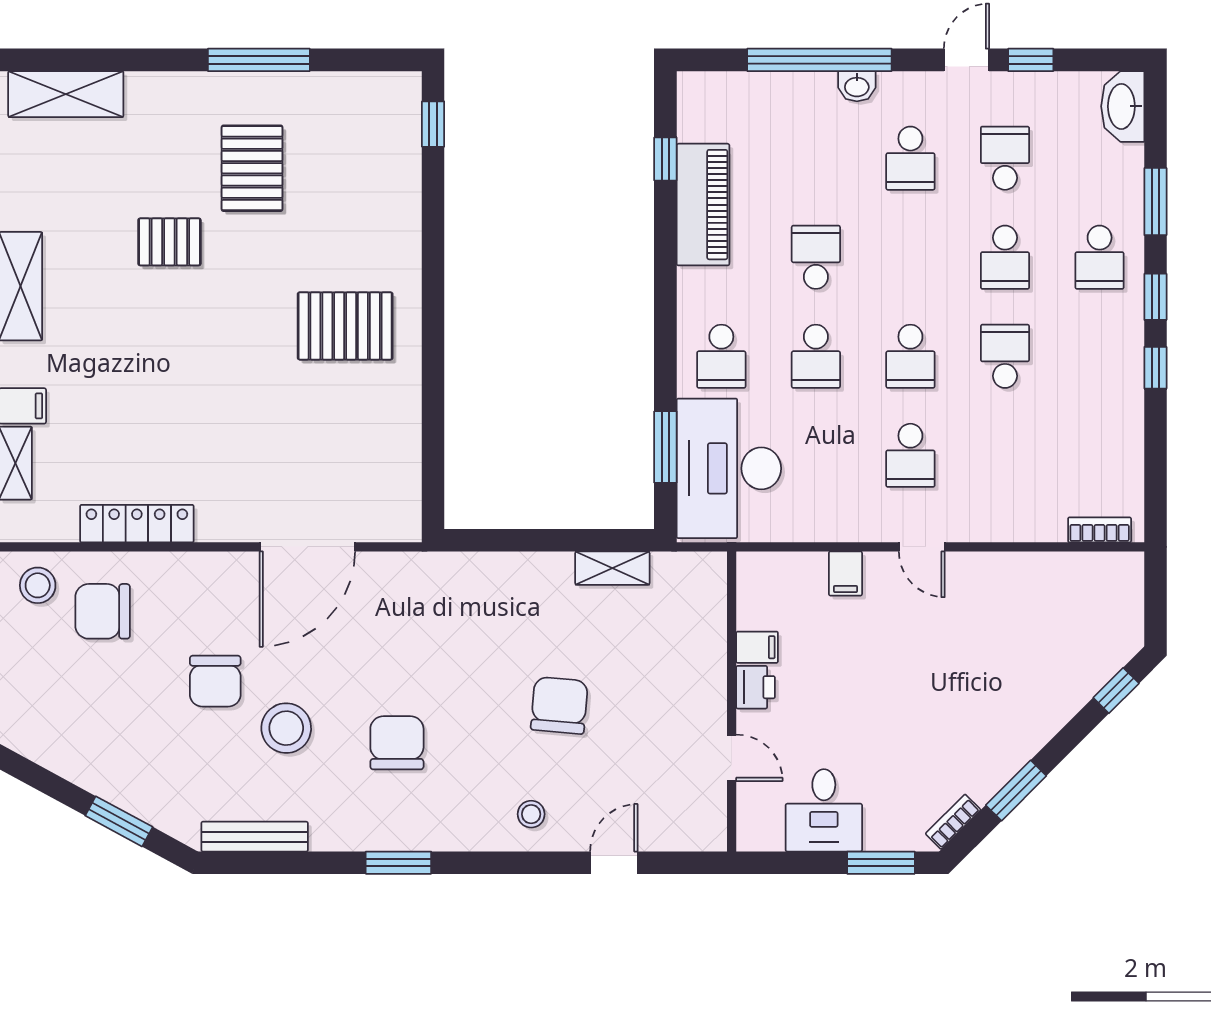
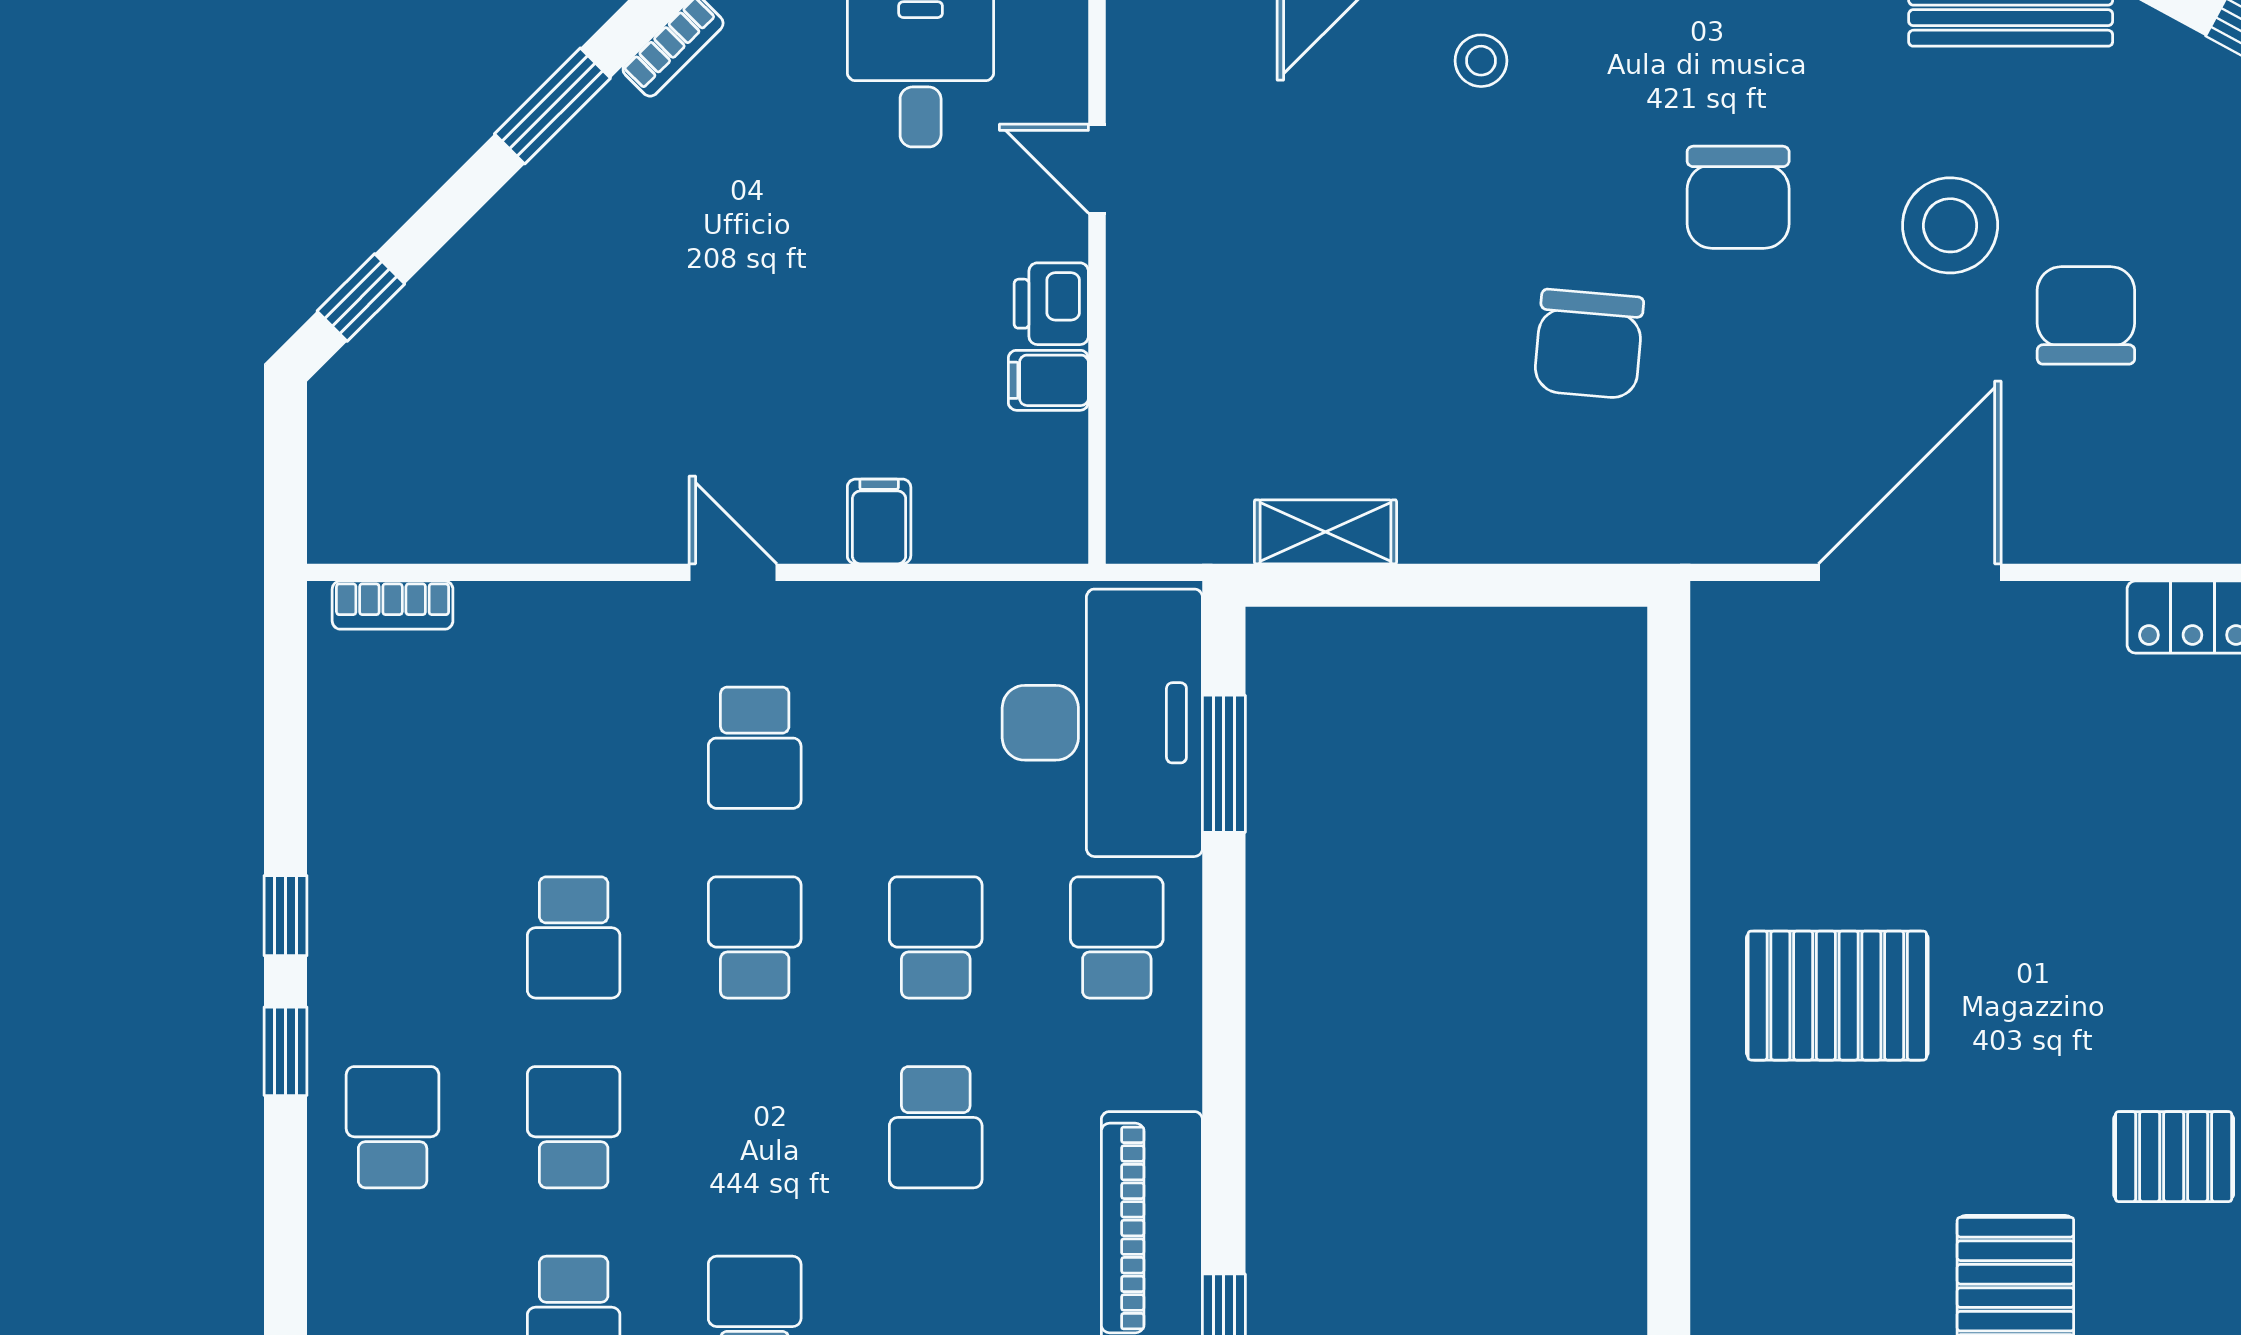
window: (1155, 202) -> (285, 1234), removed
school desk: (910, 455) -> (755, 748), turned 180
chair: (559, 705) -> (1589, 344), moved

